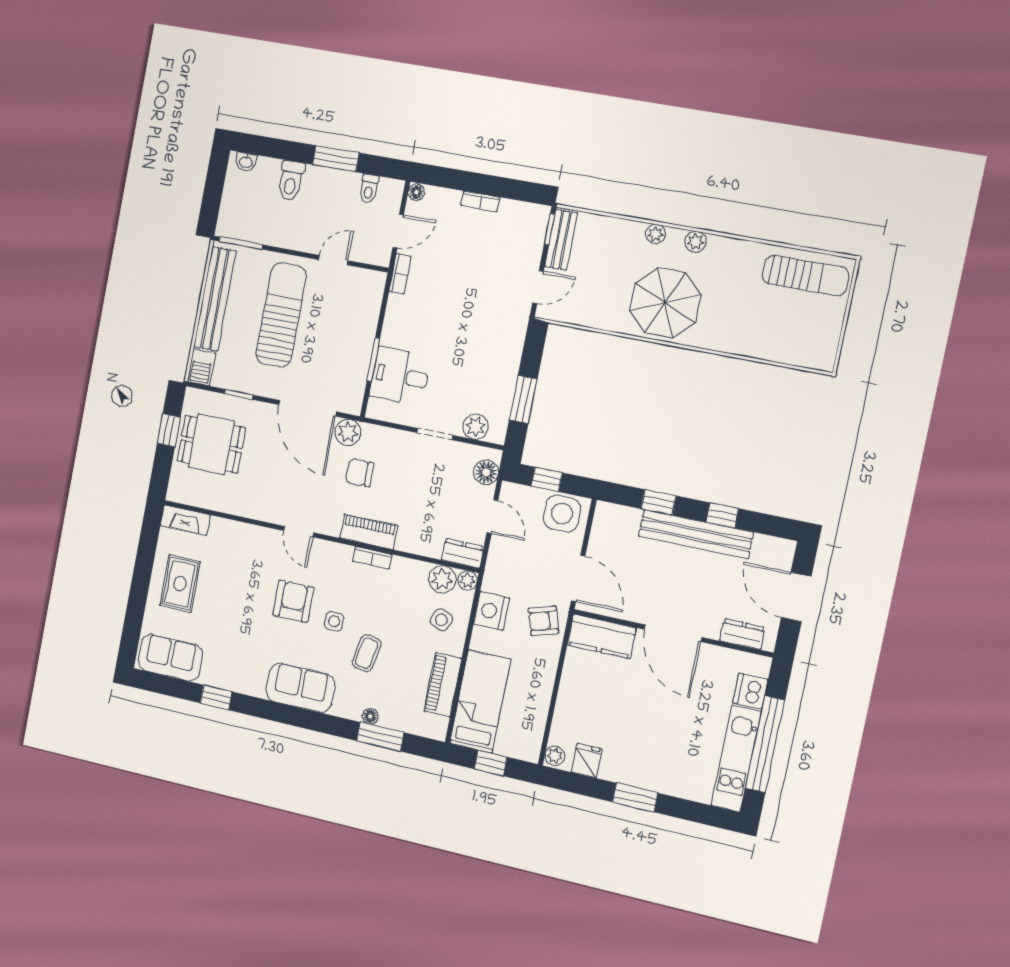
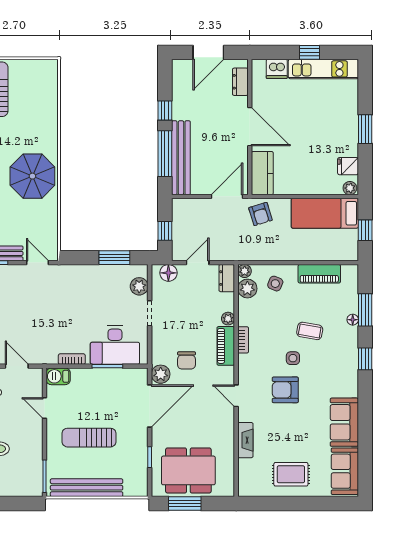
bookcase: (400, 274) -> (72, 359), moved
sun lounger: (281, 315) -> (89, 438), width x0.73, depth x0.75
barbecue: (201, 367) -> (58, 376), moved, turned 180
desk: (400, 376) -> (115, 345), width x1.37
window: (169, 430) -> (185, 503), width x1.50
dining table: (211, 444) -> (188, 470), width x1.38
window: (658, 502) -> (165, 154), width x2.17
side table: (562, 514) -> (186, 216), removed
fireplace: (185, 520) -> (245, 440), moved
door: (298, 532) -> (236, 396), swing flipped
bench: (696, 534) -> (181, 158), moved
plant: (406, 543) -> (228, 319), added
nightstand: (491, 611) -> (262, 251), removed
door: (673, 633) -> (250, 127), hinge flipped
sofa: (300, 688) -> (344, 422), moved
window: (216, 697) -> (365, 359), moved
bed: (480, 701) -> (325, 213), moved
window: (765, 744) -> (309, 52), width x0.32

